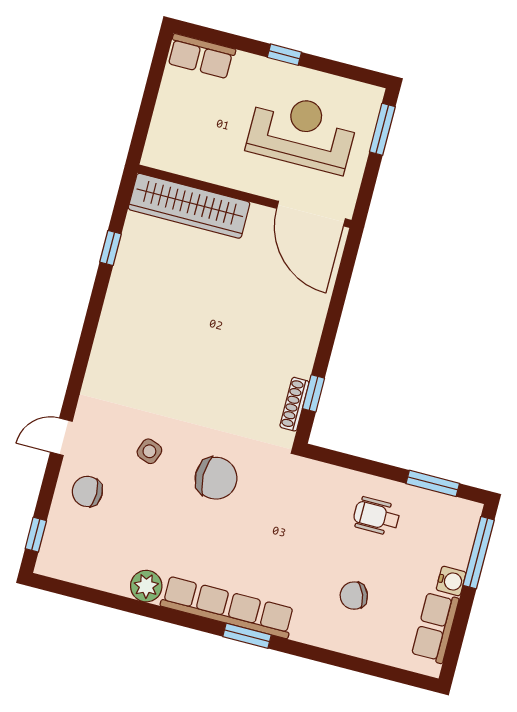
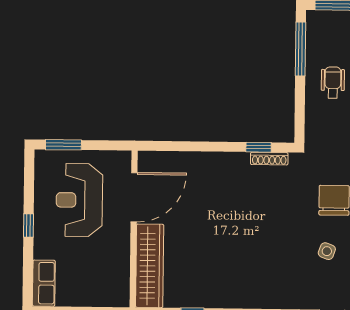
door: (311, 214) -> (134, 197), moved
window: (433, 483) -> (300, 49), width x1.44
wheelchair: (376, 516) -> (333, 82), turned 180

